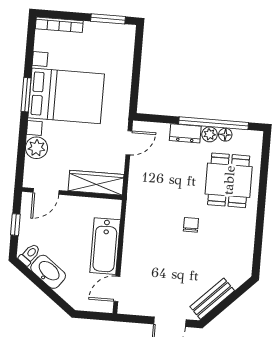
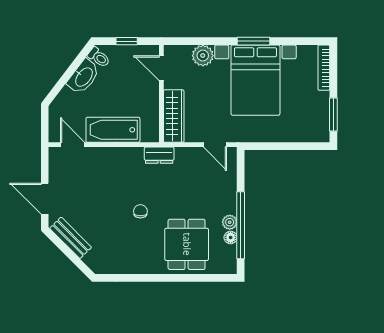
dresser: (185, 133) -> (159, 155), moved, turned -90
dining table: (229, 180) -> (187, 244), turned 90
chair: (191, 225) -> (140, 211), turned -90

